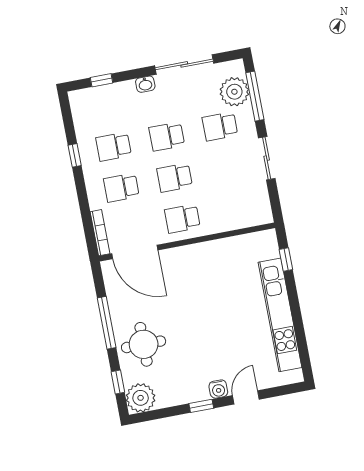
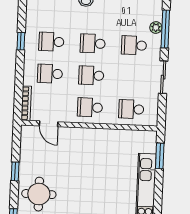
plant: (234, 92) -> (156, 27), width x0.53, depth x0.53
school desk: (236, 208) -> (131, 109), added
door: (135, 252) -> (49, 124), width x0.53
window: (286, 259) -> (160, 156), width x1.50
window: (107, 323) -> (15, 171), width x0.46

